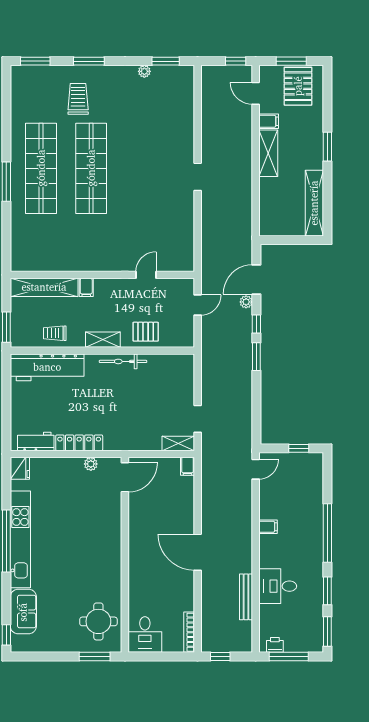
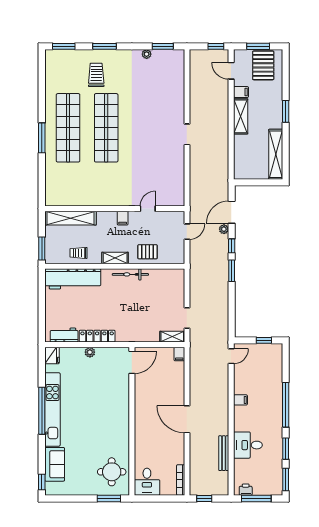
filing cabinet: (86, 287) -> (123, 218), moved
plant: (91, 464) -> (90, 352), moved

